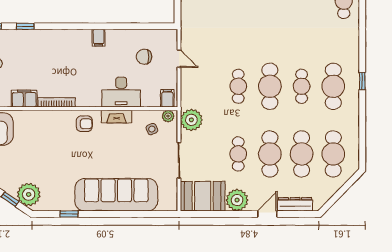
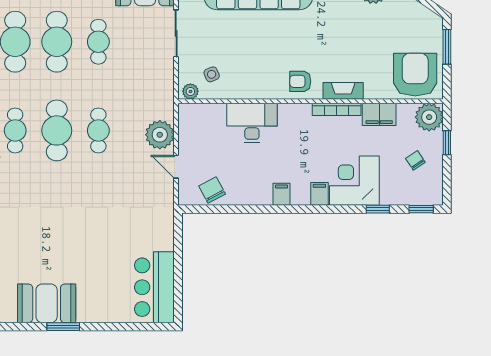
corner desk: (43, 48) -> (354, 181), added
chair: (144, 57) -> (212, 190), moved, turned -118
filing cabinet: (167, 98) -> (319, 194), moved, turned 180
fireplace: (116, 116) -> (343, 91), moved
plant: (191, 120) -> (160, 135), moved

